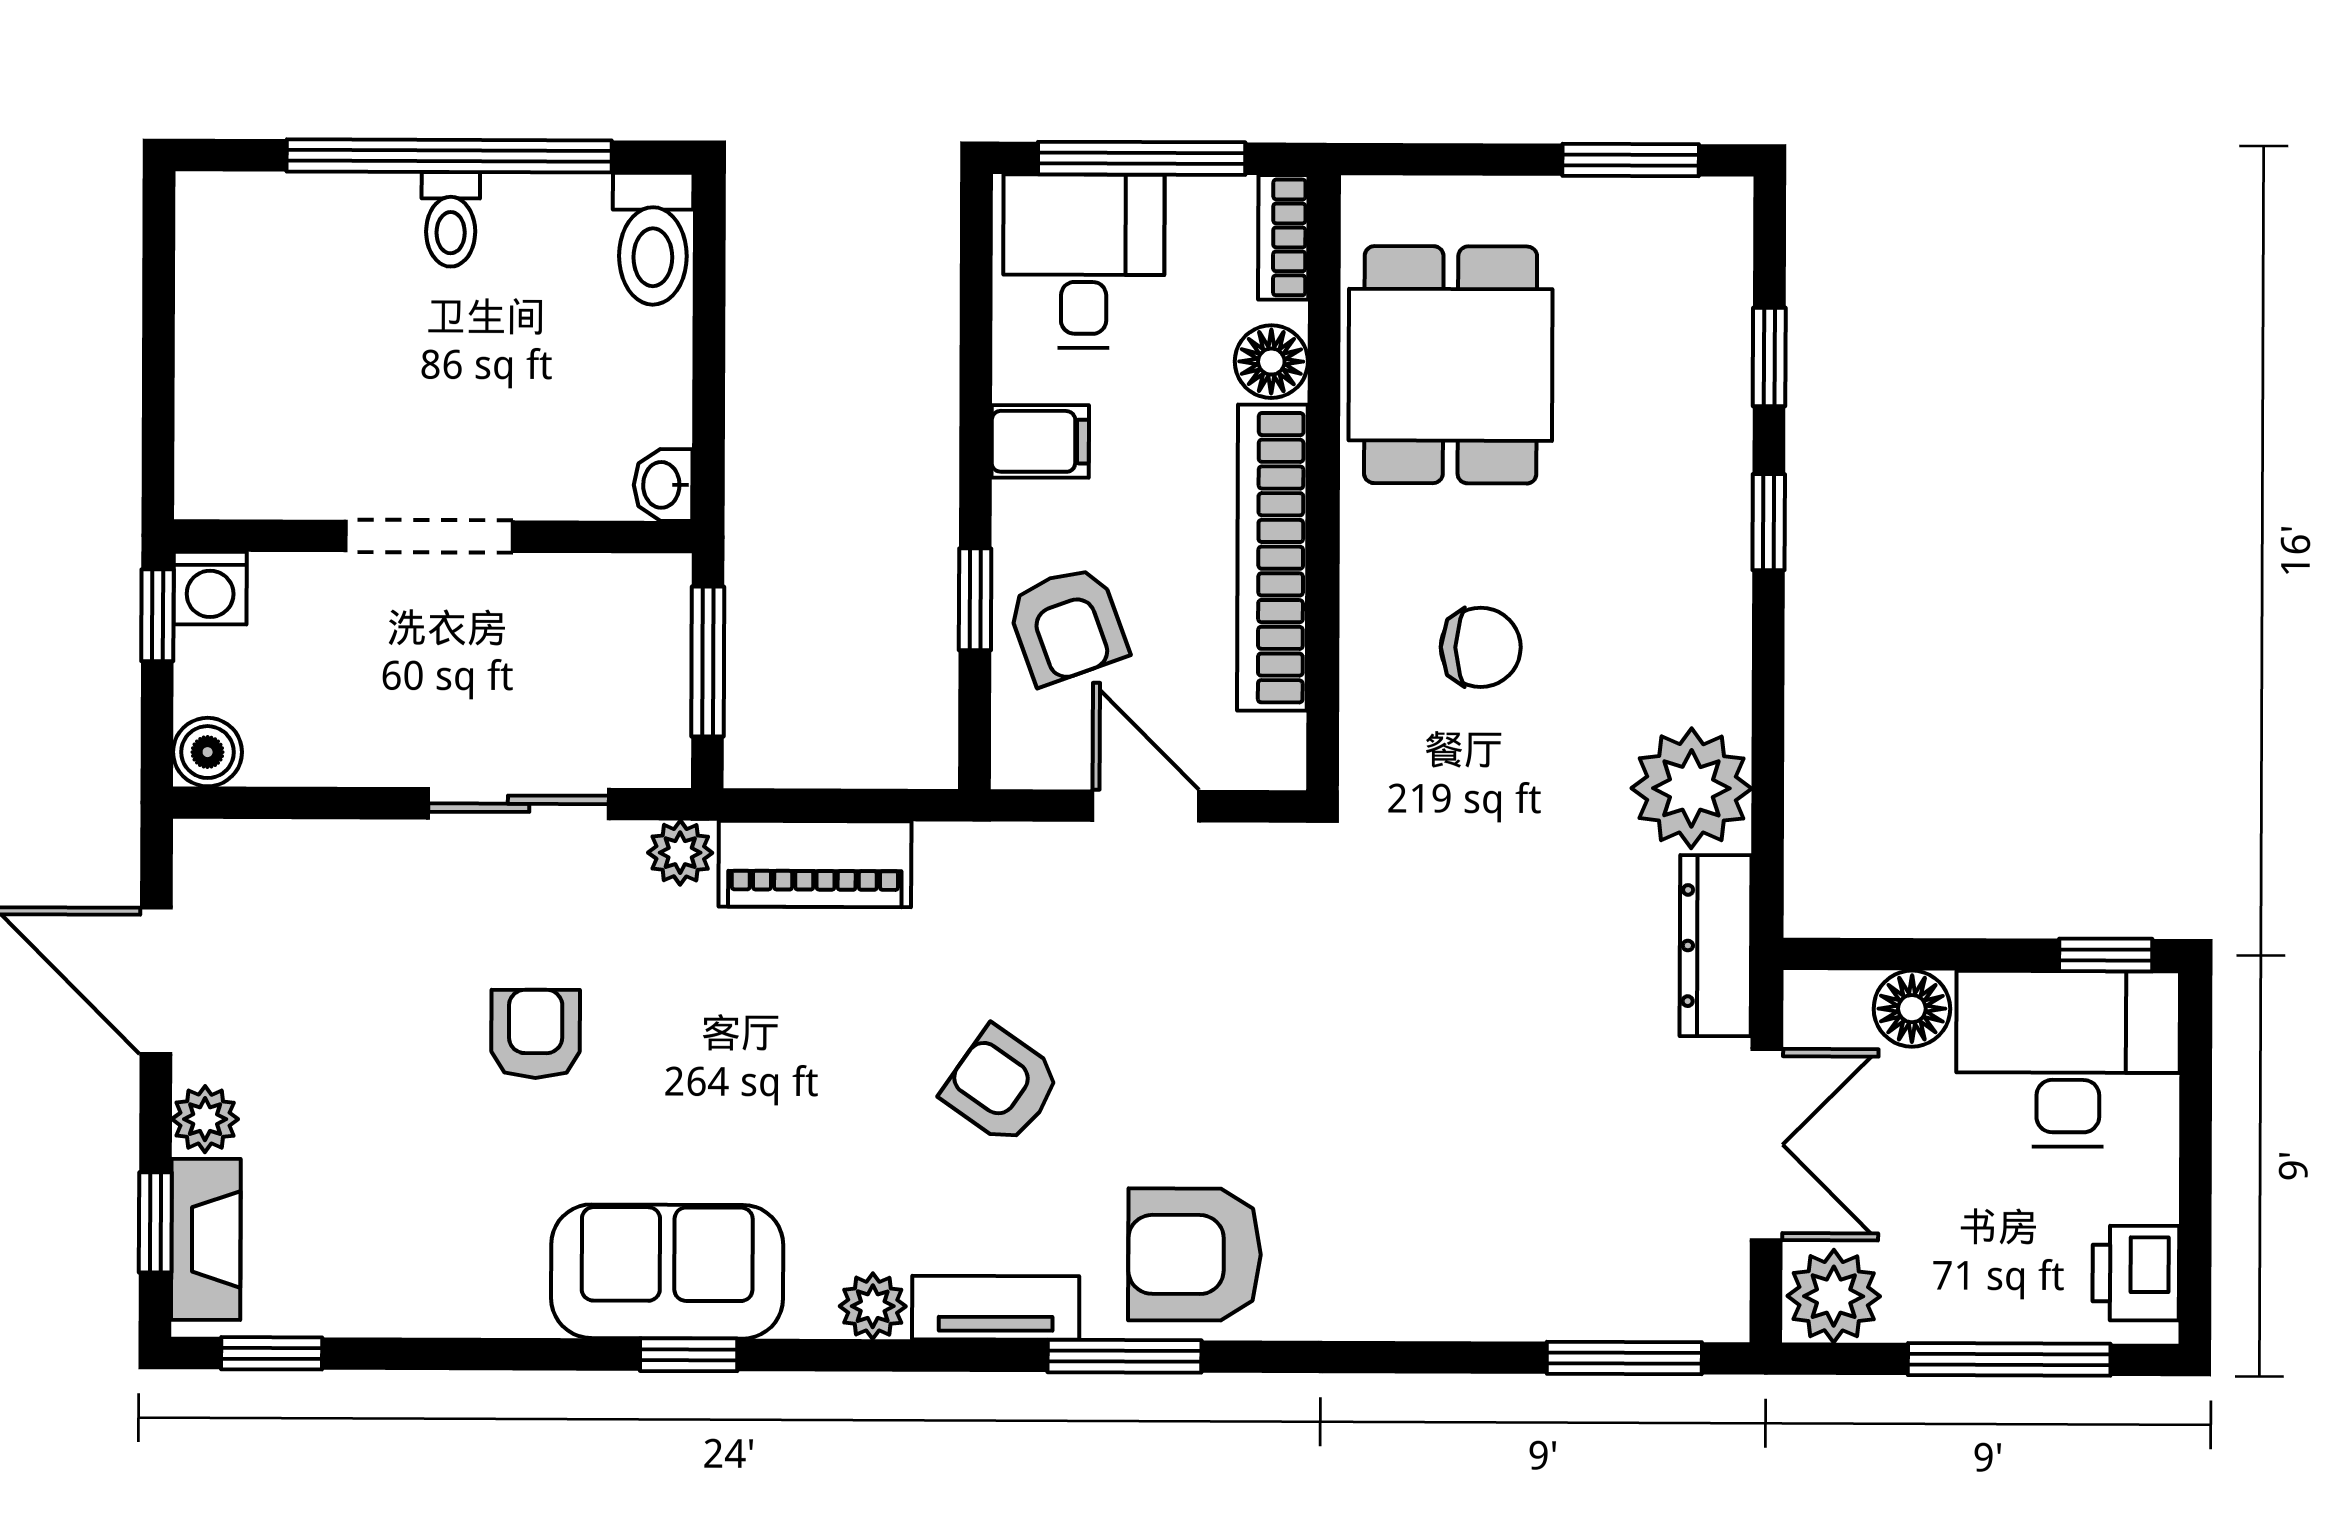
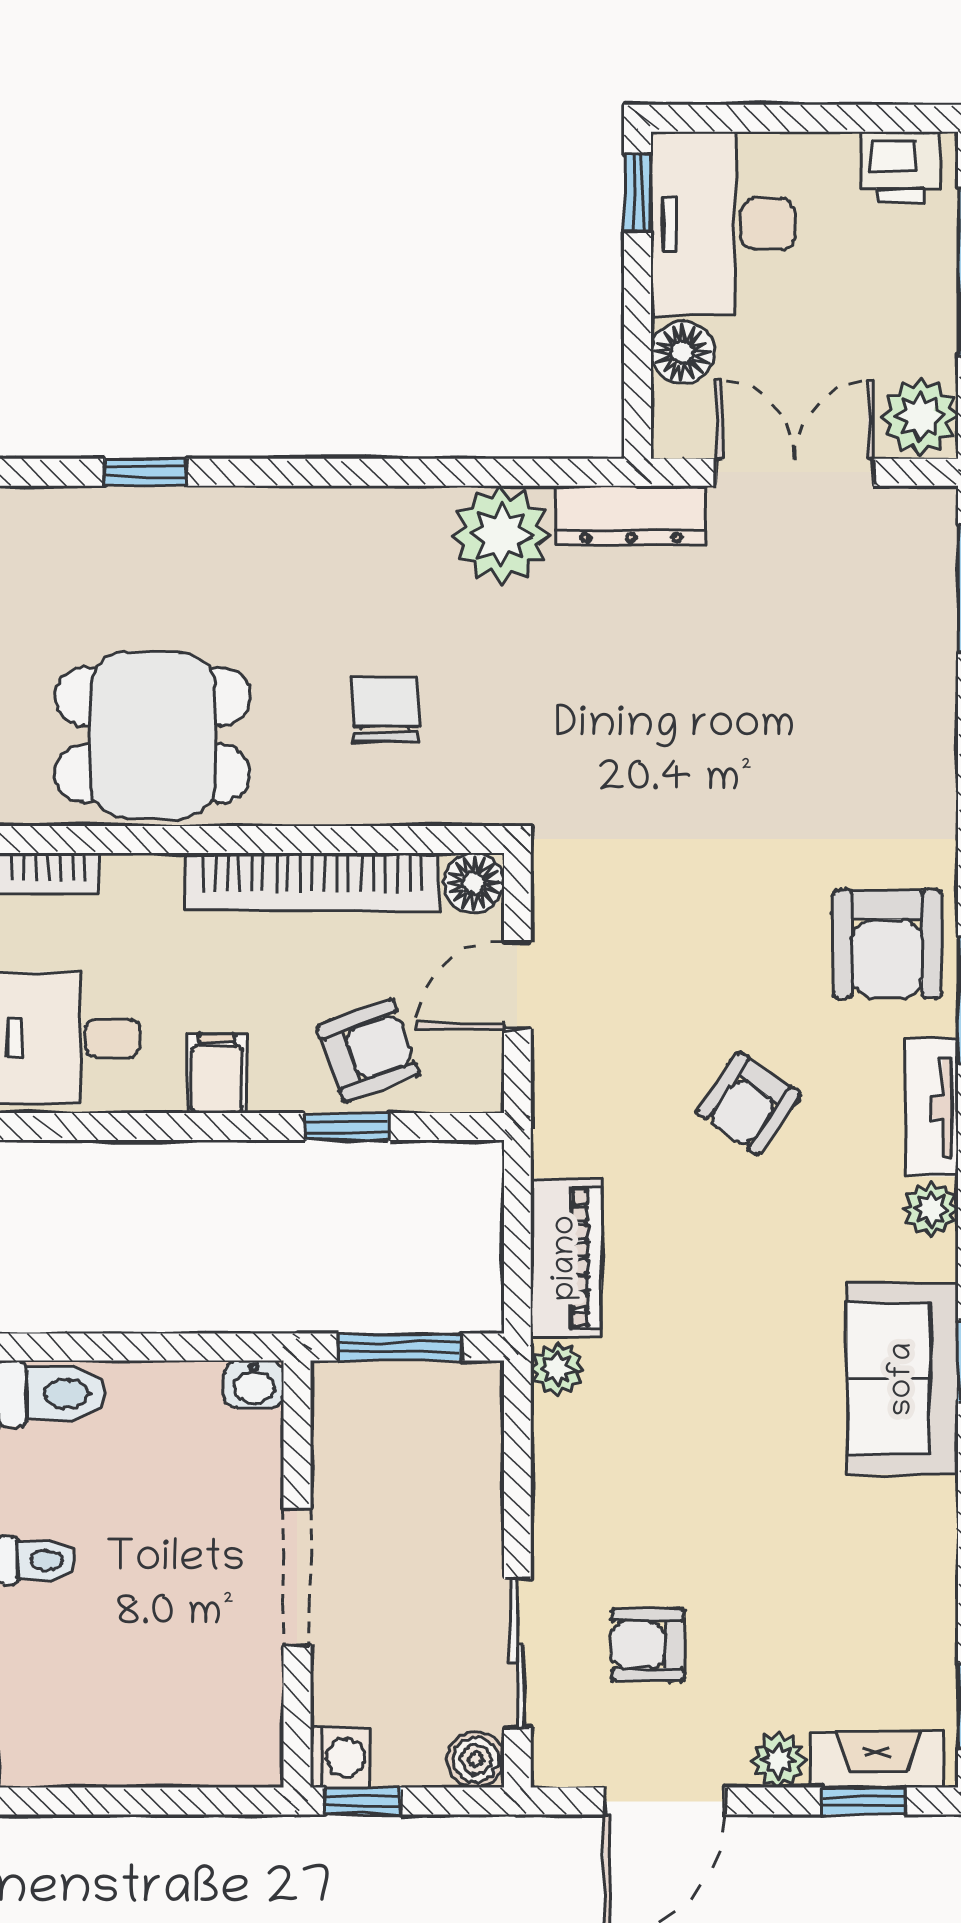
floor lamp: (1271, 362) -> (474, 883), moved
window: (1769, 522) -> (282, 472), removed
sliding door: (519, 804) -> (517, 1654), moved
armchair: (536, 1034) -> (648, 1645), moved

